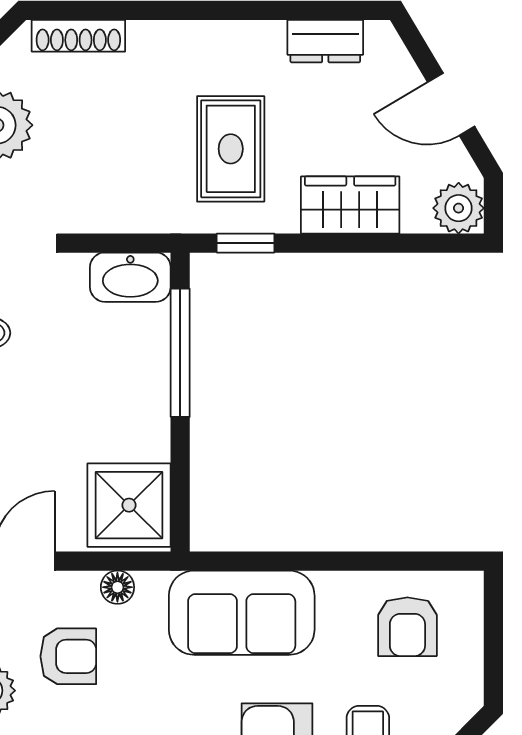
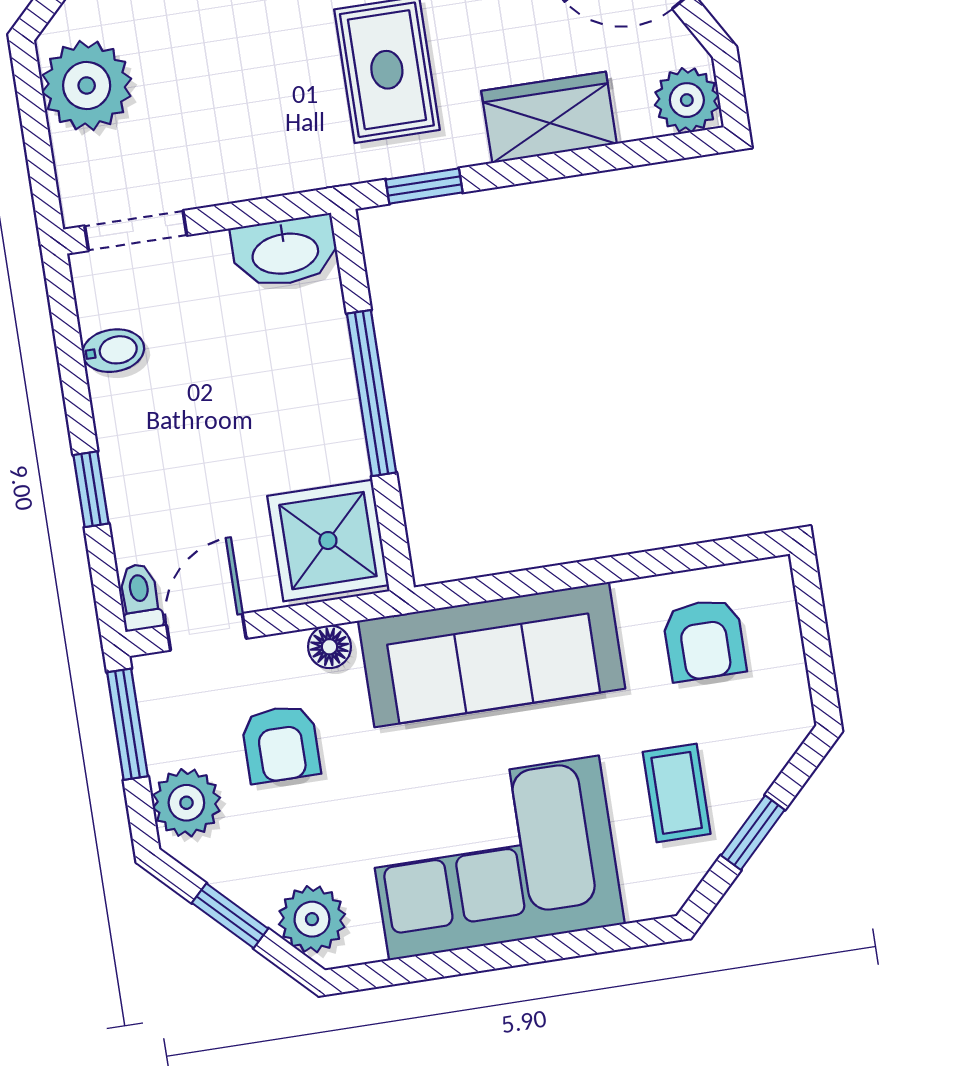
window: (180, 353) -> (371, 393), moved
sofa: (242, 613) -> (492, 655), width x1.36
armchair: (68, 656) -> (281, 744), turned 90

